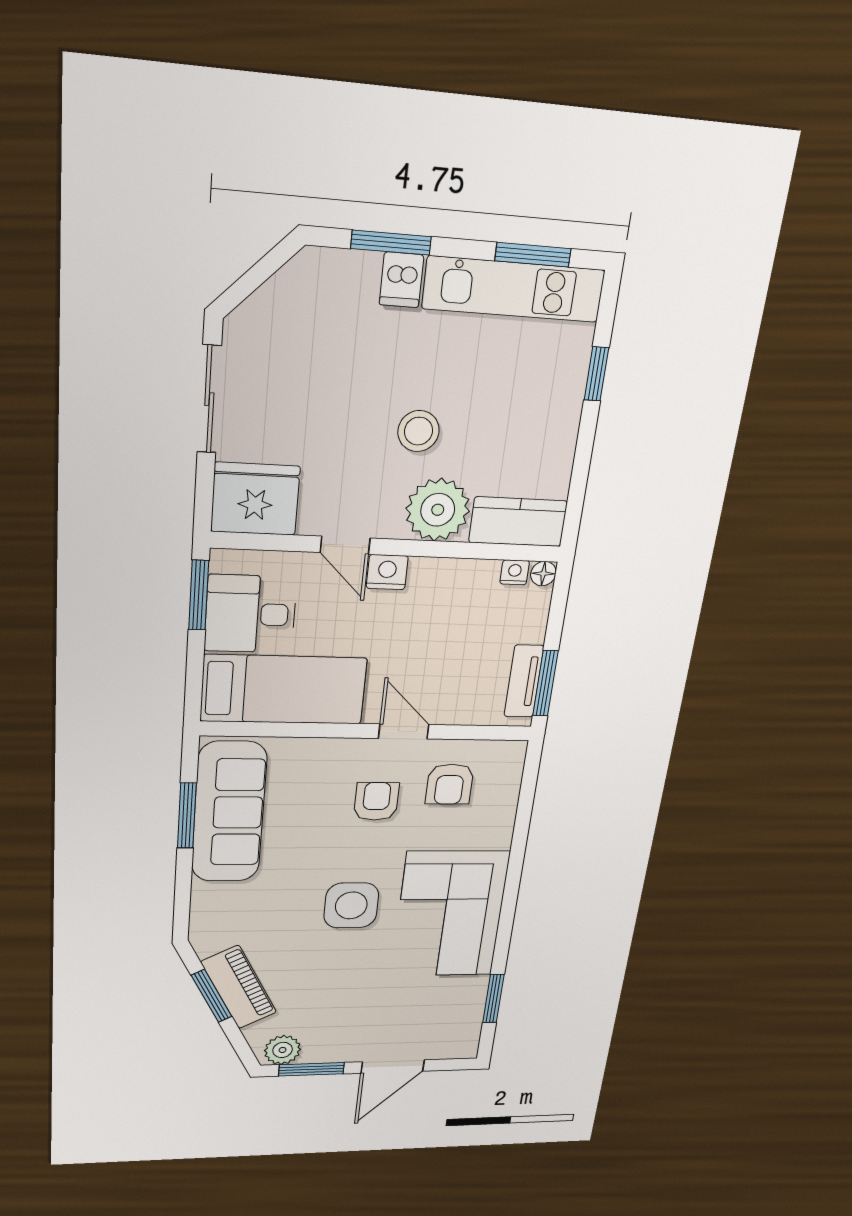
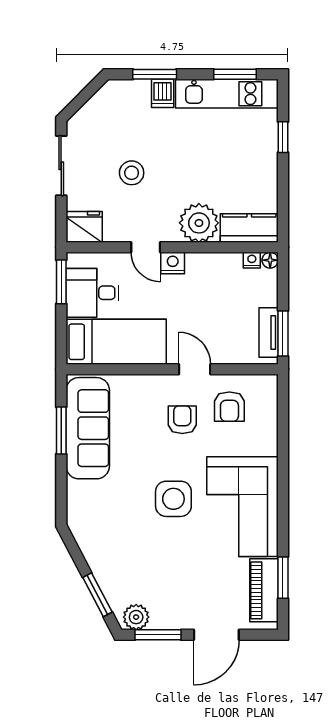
stool: (418, 431) -> (132, 173), moved
fridge: (255, 499) -> (84, 227), width x0.73, depth x0.75
piano: (239, 987) -> (264, 590), moved, turned -152
window: (212, 996) -> (97, 595), moved

